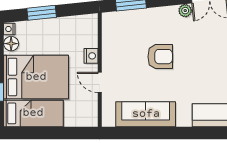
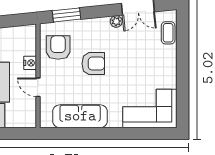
armchair: (122, 39) -> (58, 48), added

